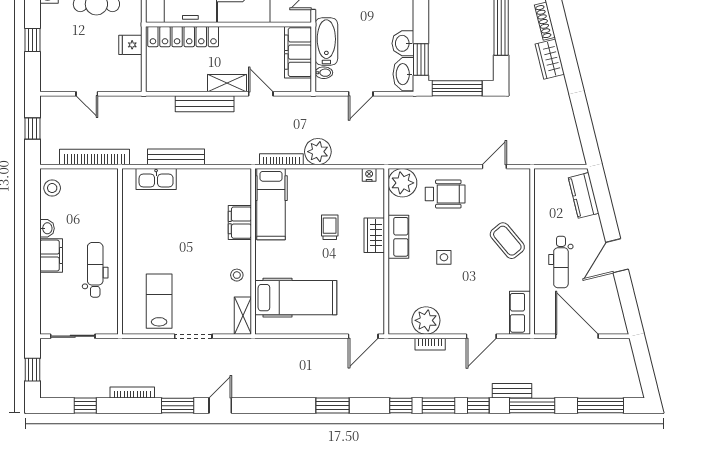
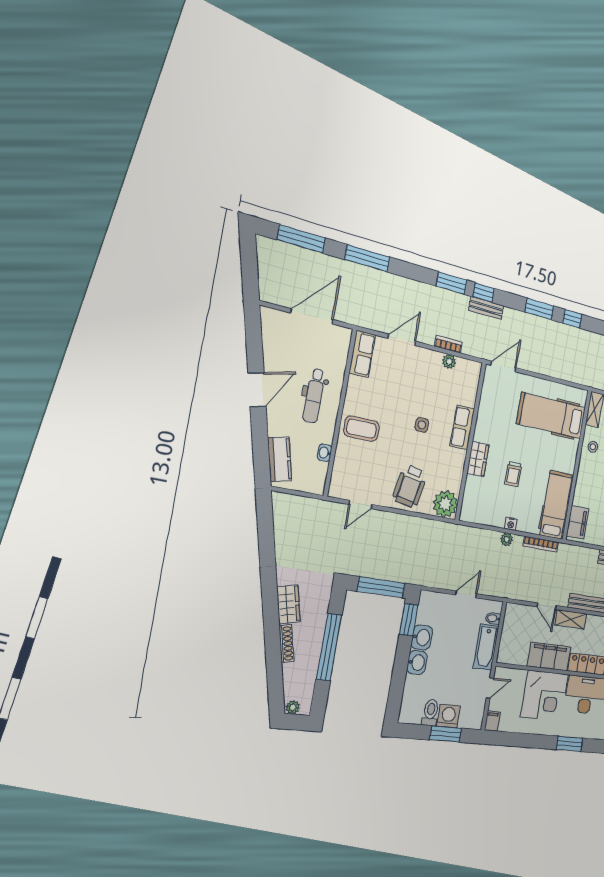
filing cabinet: (298, 52) -> (549, 656), moved, turned -90
washbasin: (403, 74) -> (417, 662), moved, width x0.72
plant: (318, 152) -> (507, 539), width x0.53, depth x0.53
nightstand: (369, 175) -> (511, 524), moved
wheelchair: (445, 194) -> (410, 486), turned -80
washbasin: (540, 210) -> (325, 453), added
filing cabinet: (240, 223) -> (577, 522), moved
row of seats: (398, 237) -> (462, 427), moved
coffee table: (507, 241) -> (361, 429), turned -50
dental chair: (561, 262) -> (314, 396), turned 180
plant: (426, 320) -> (449, 361), width x0.53, depth x0.53
door: (577, 336) -> (312, 316), swing flipped
bench: (512, 391) -> (486, 308), moved
window: (478, 406) -> (572, 319), moved

